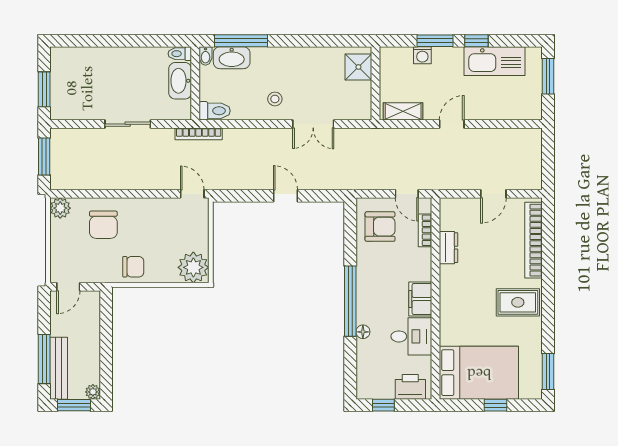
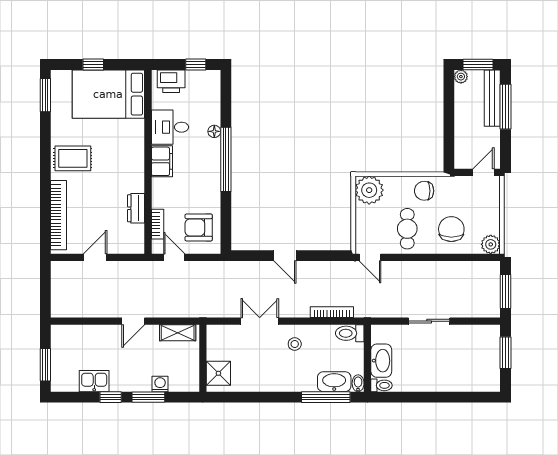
kitchen sink: (494, 61) -> (94, 381), width x0.53, depth x0.81
bookcase: (199, 134) -> (332, 312), moved
cafe table: (152, 225) -> (407, 229), added

